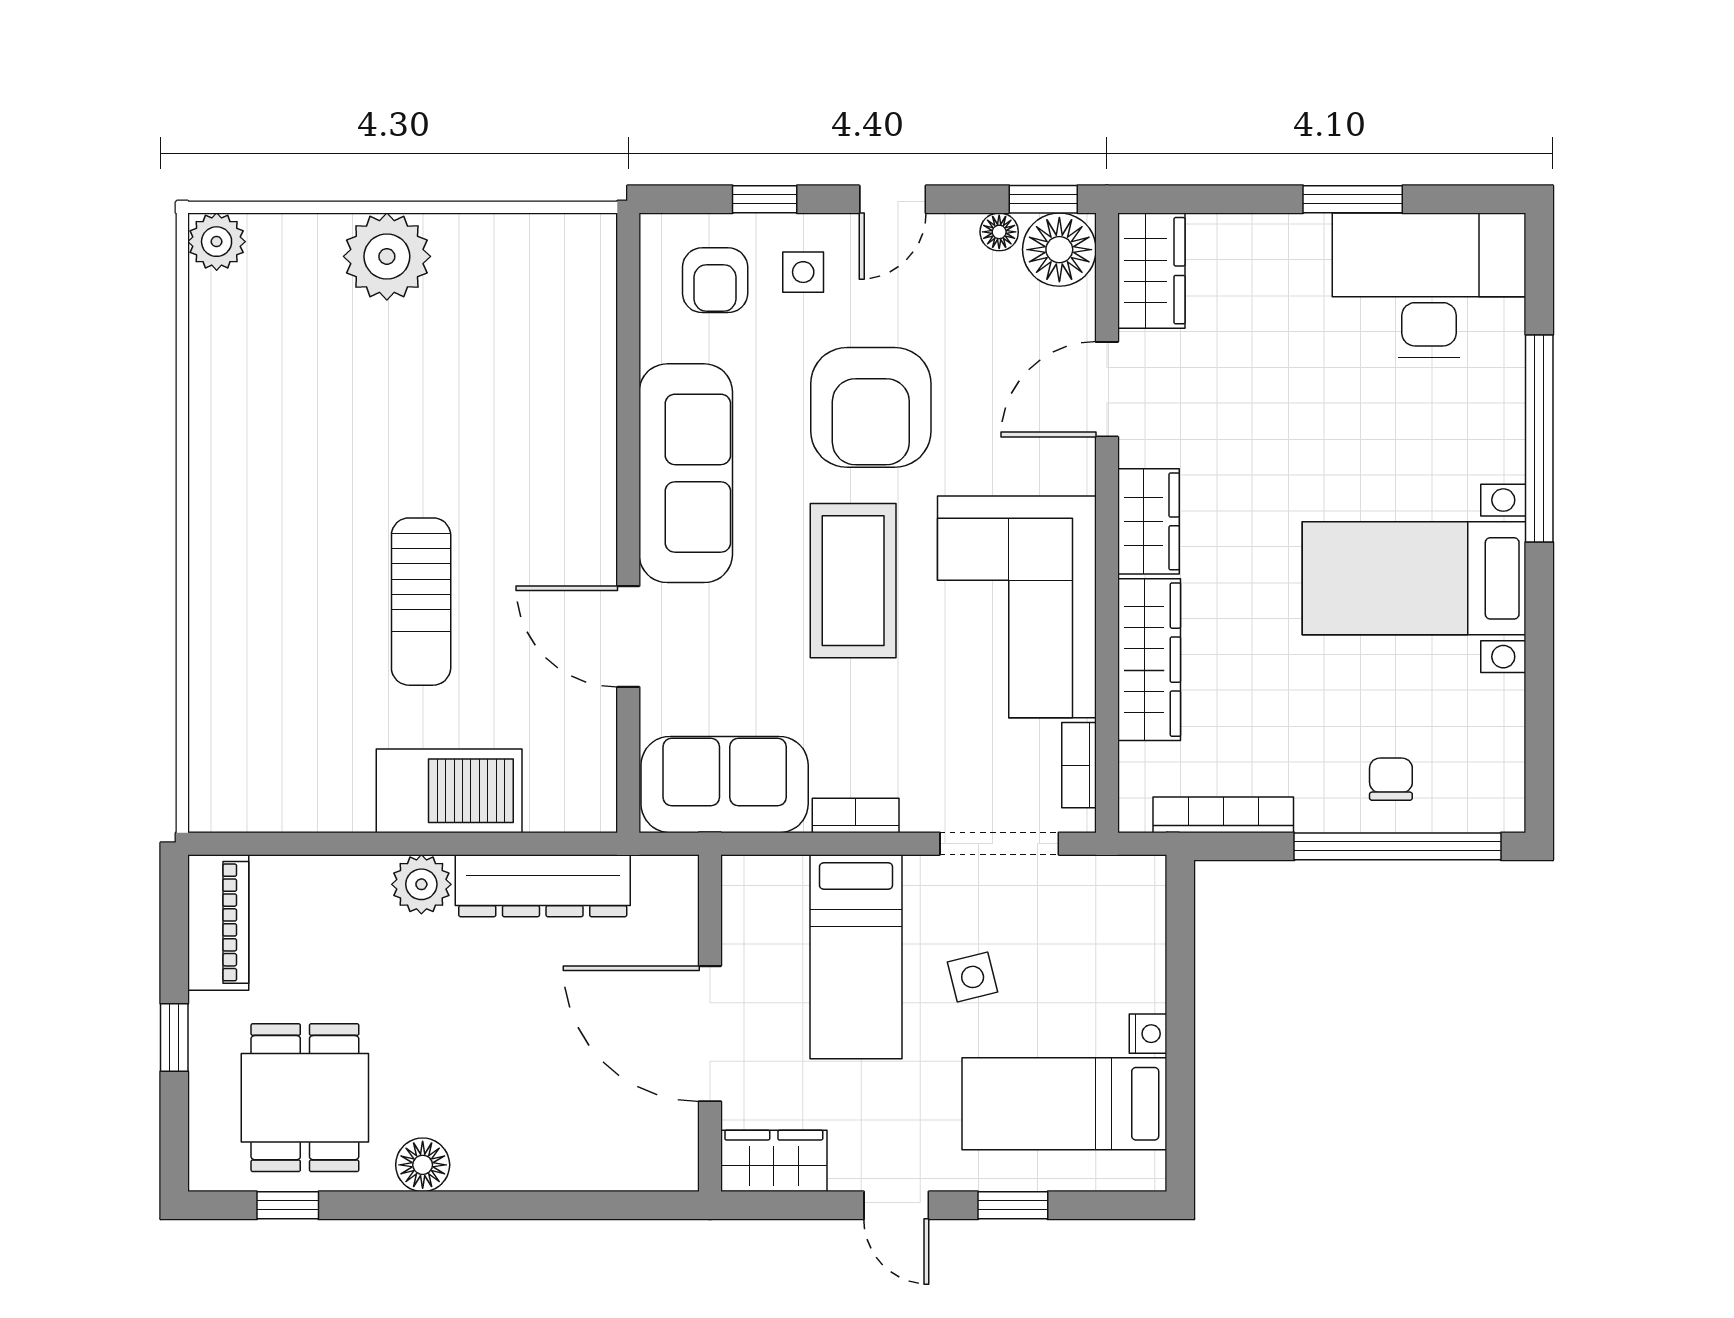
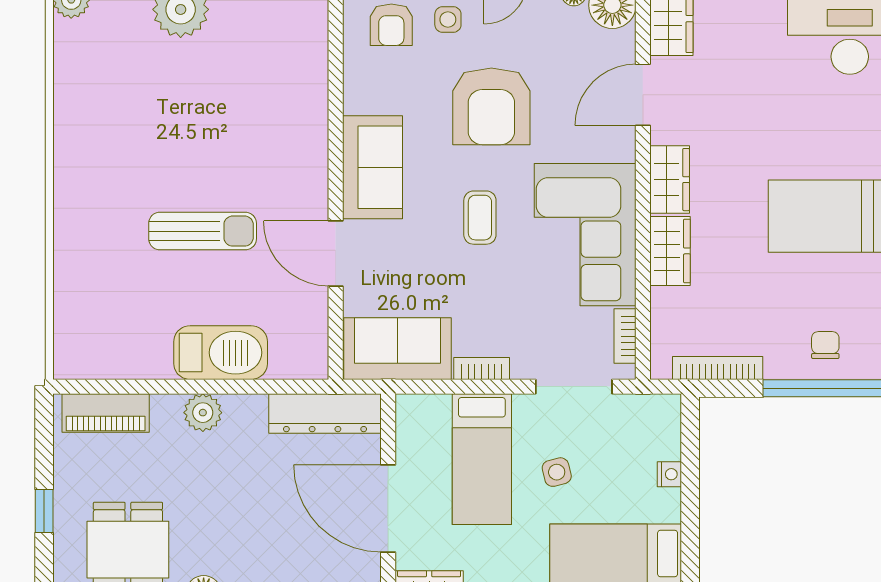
sofa: (686, 473) -> (373, 167), width x0.73
coffee table: (853, 581) -> (480, 218), width x0.54, depth x0.58
sun lounger: (421, 602) -> (203, 231), turned -90
wardrobe: (1149, 660) -> (670, 251), width x0.67
dresser: (543, 886) -> (325, 413), moved
piano: (218, 922) -> (106, 413), moved, turned 90
nightstand: (1148, 1034) -> (669, 474), moved

